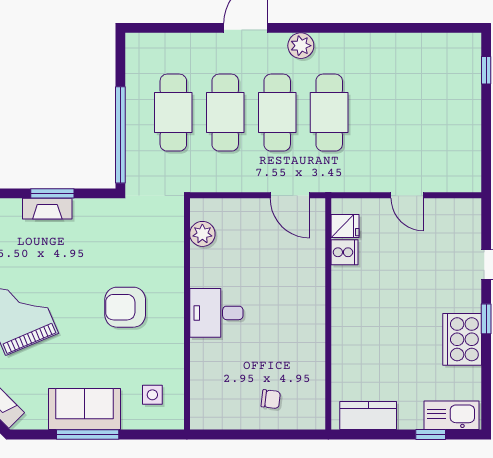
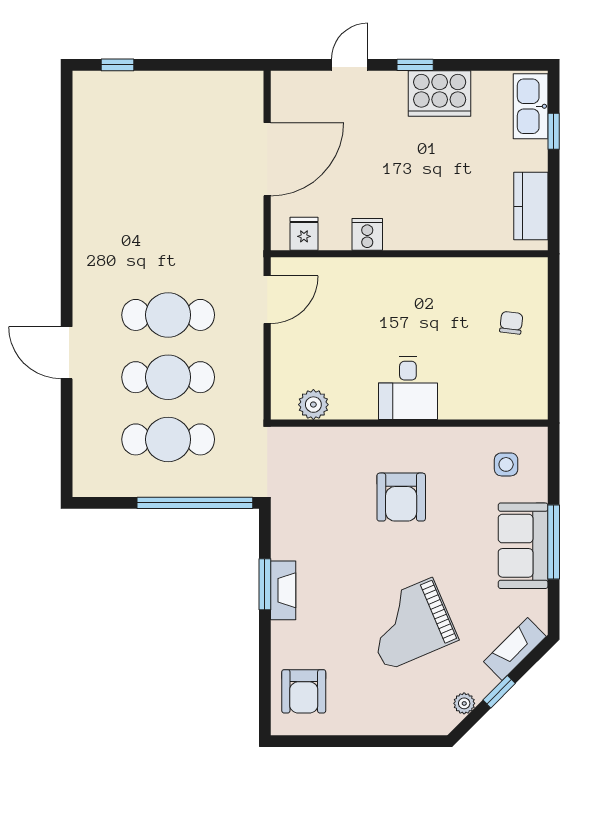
plant: (301, 46) -> (88, 287), removed
cafe table: (329, 113) -> (168, 253), removed
door: (407, 195) -> (267, 159), width x1.88
cooker: (345, 252) -> (367, 234), moved

